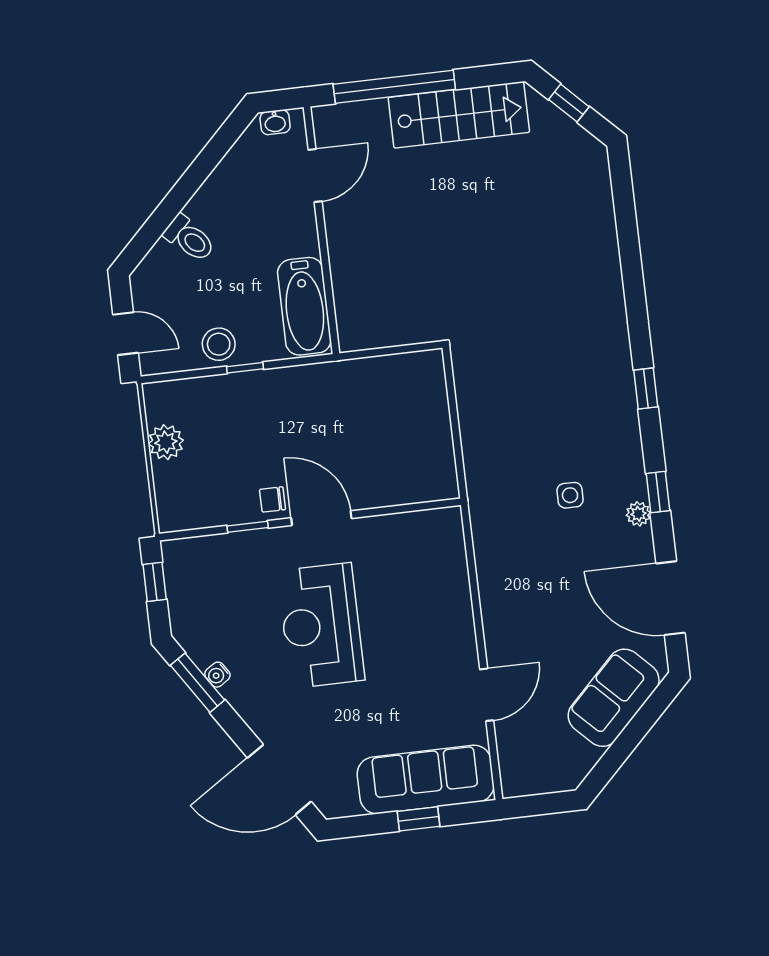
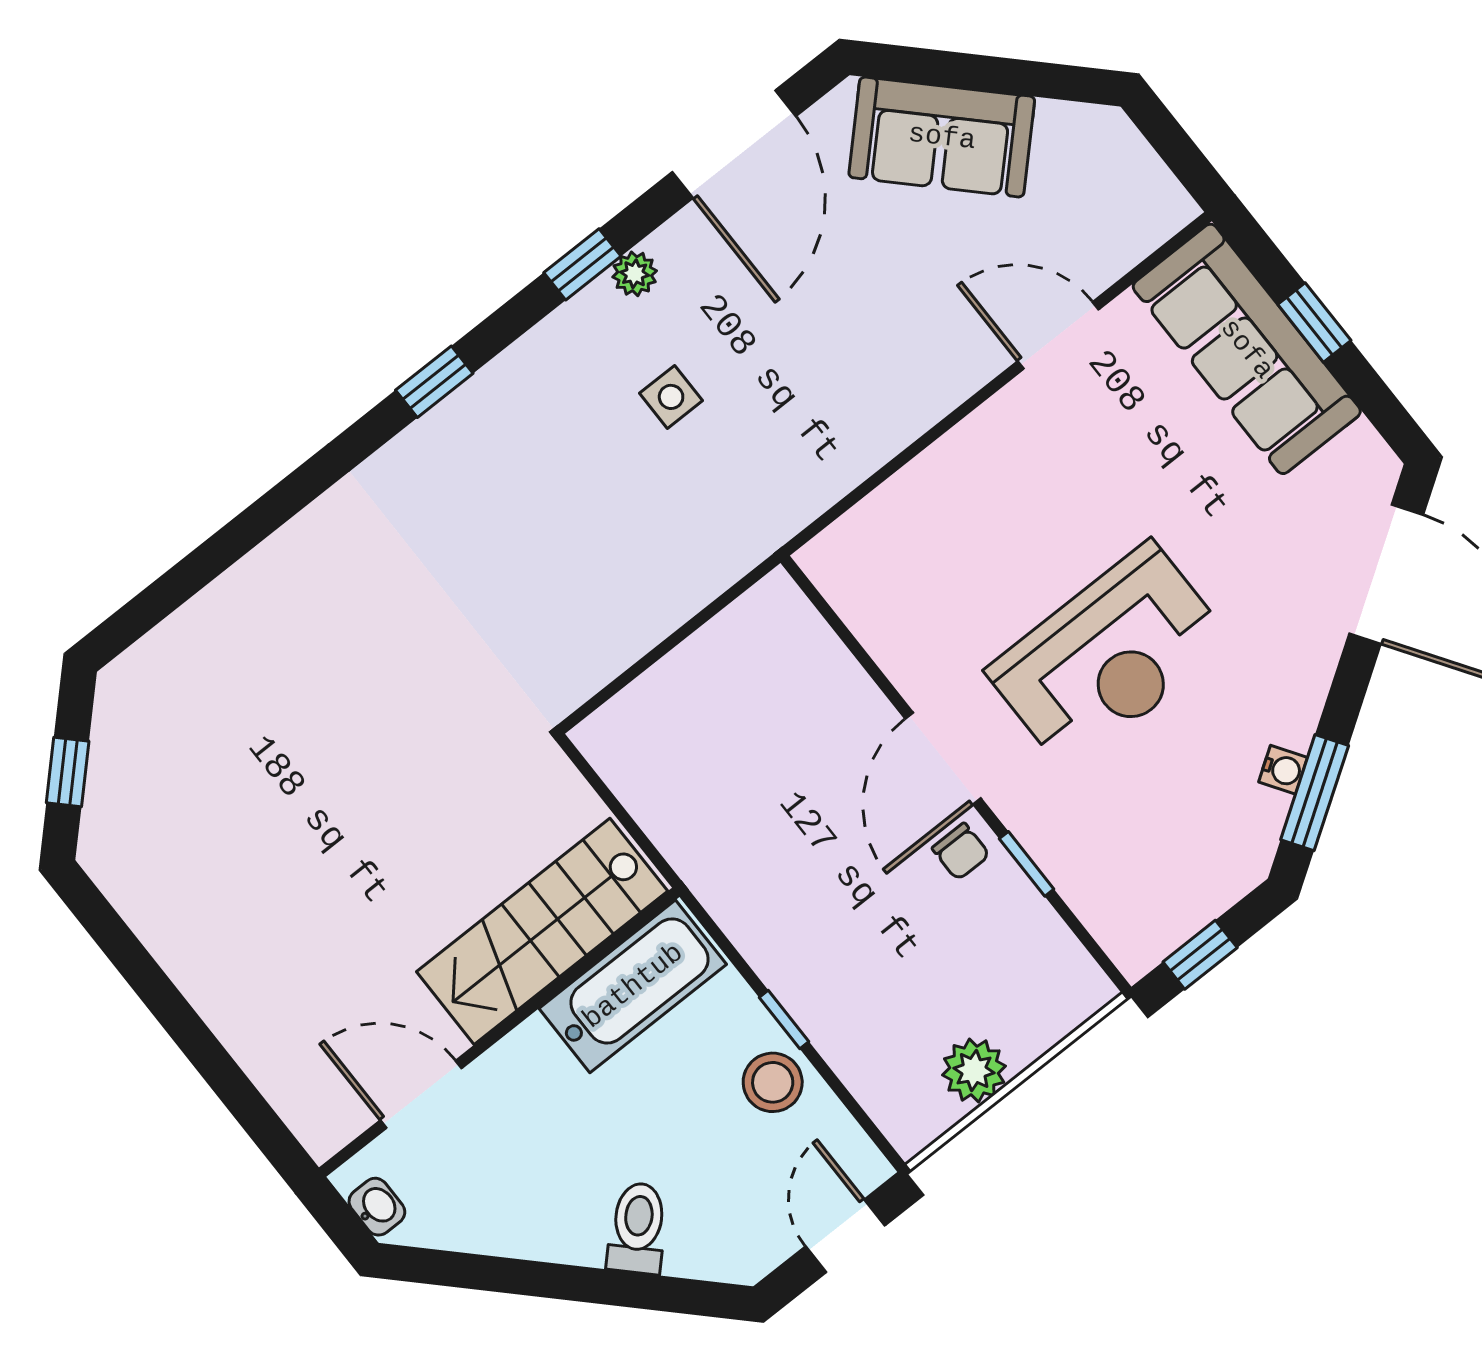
window: (394, 87) -> (209, 1057), removed
stairs: (459, 115) -> (542, 931), moved, turned -90

